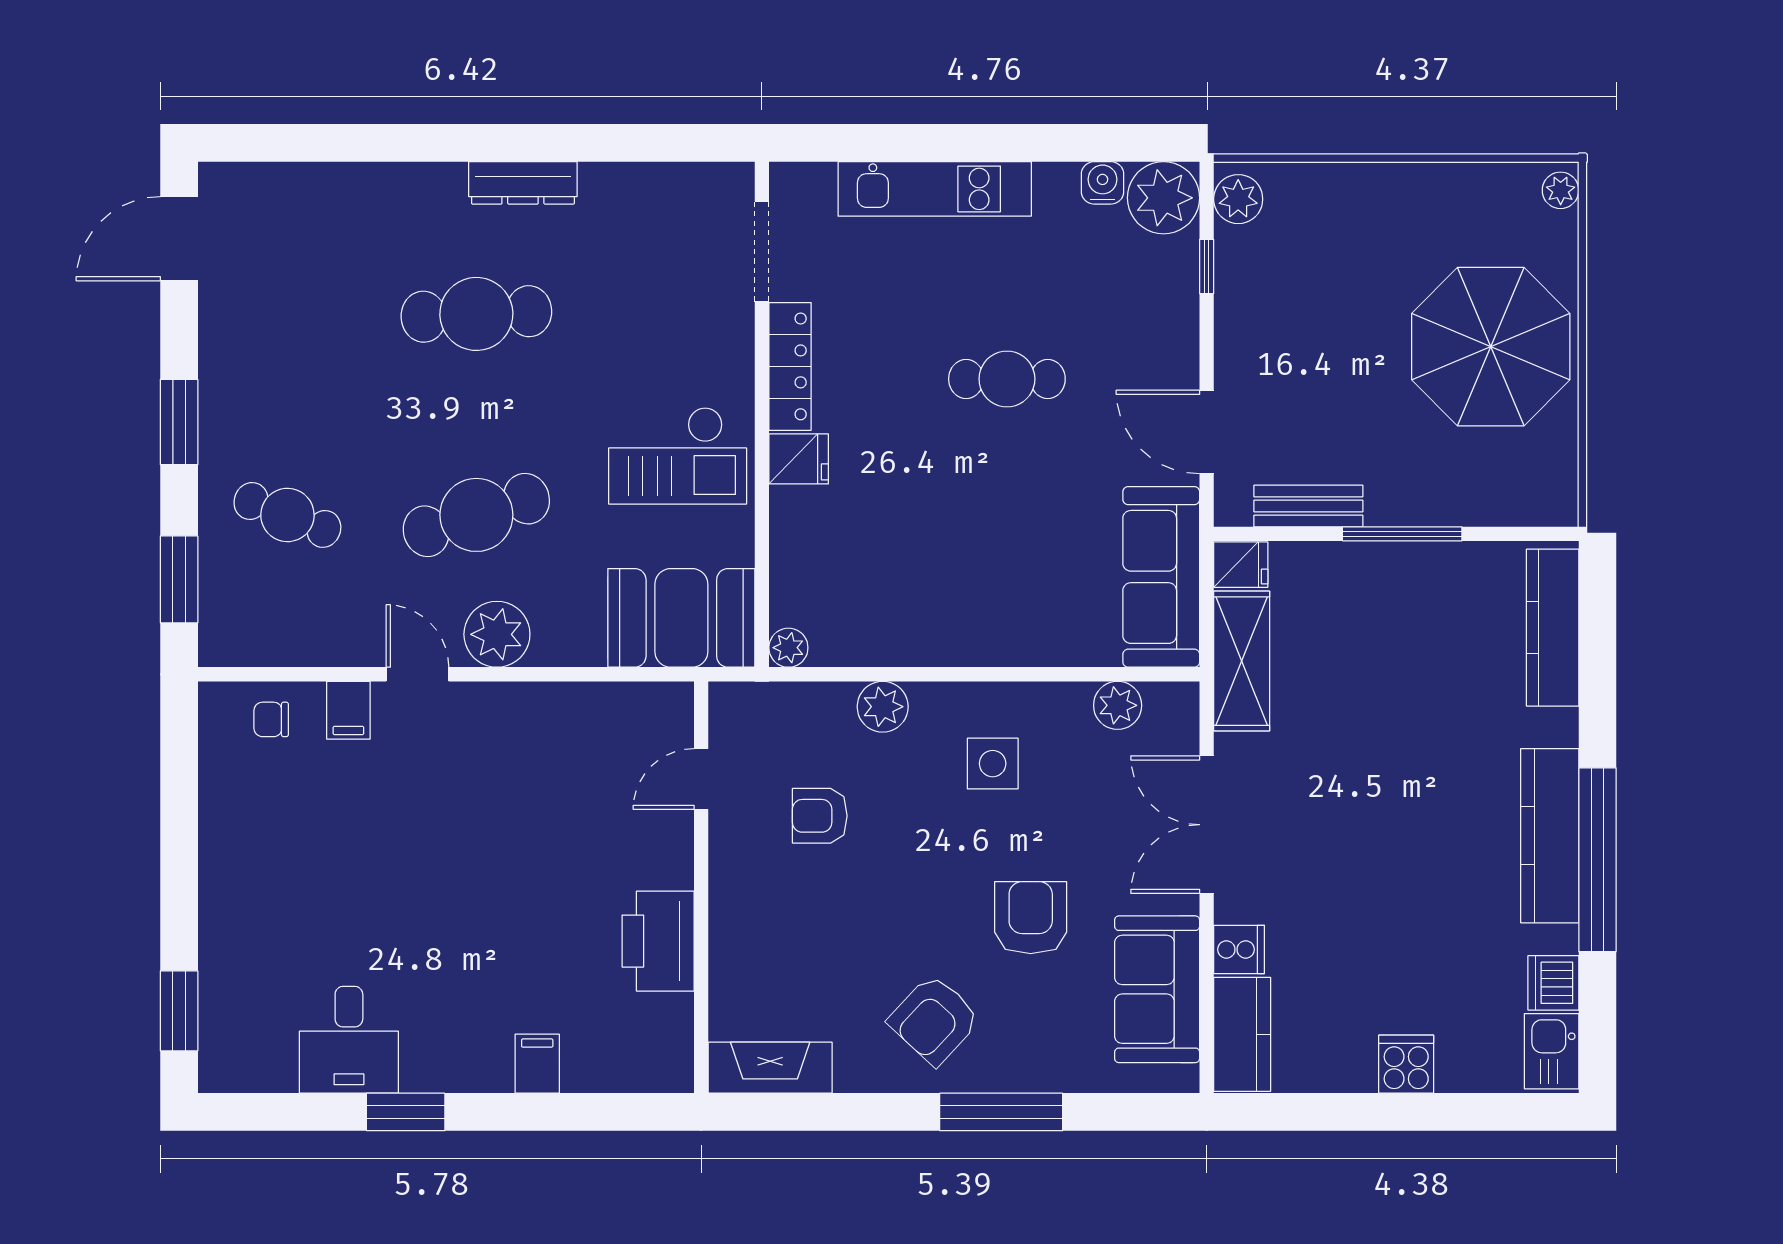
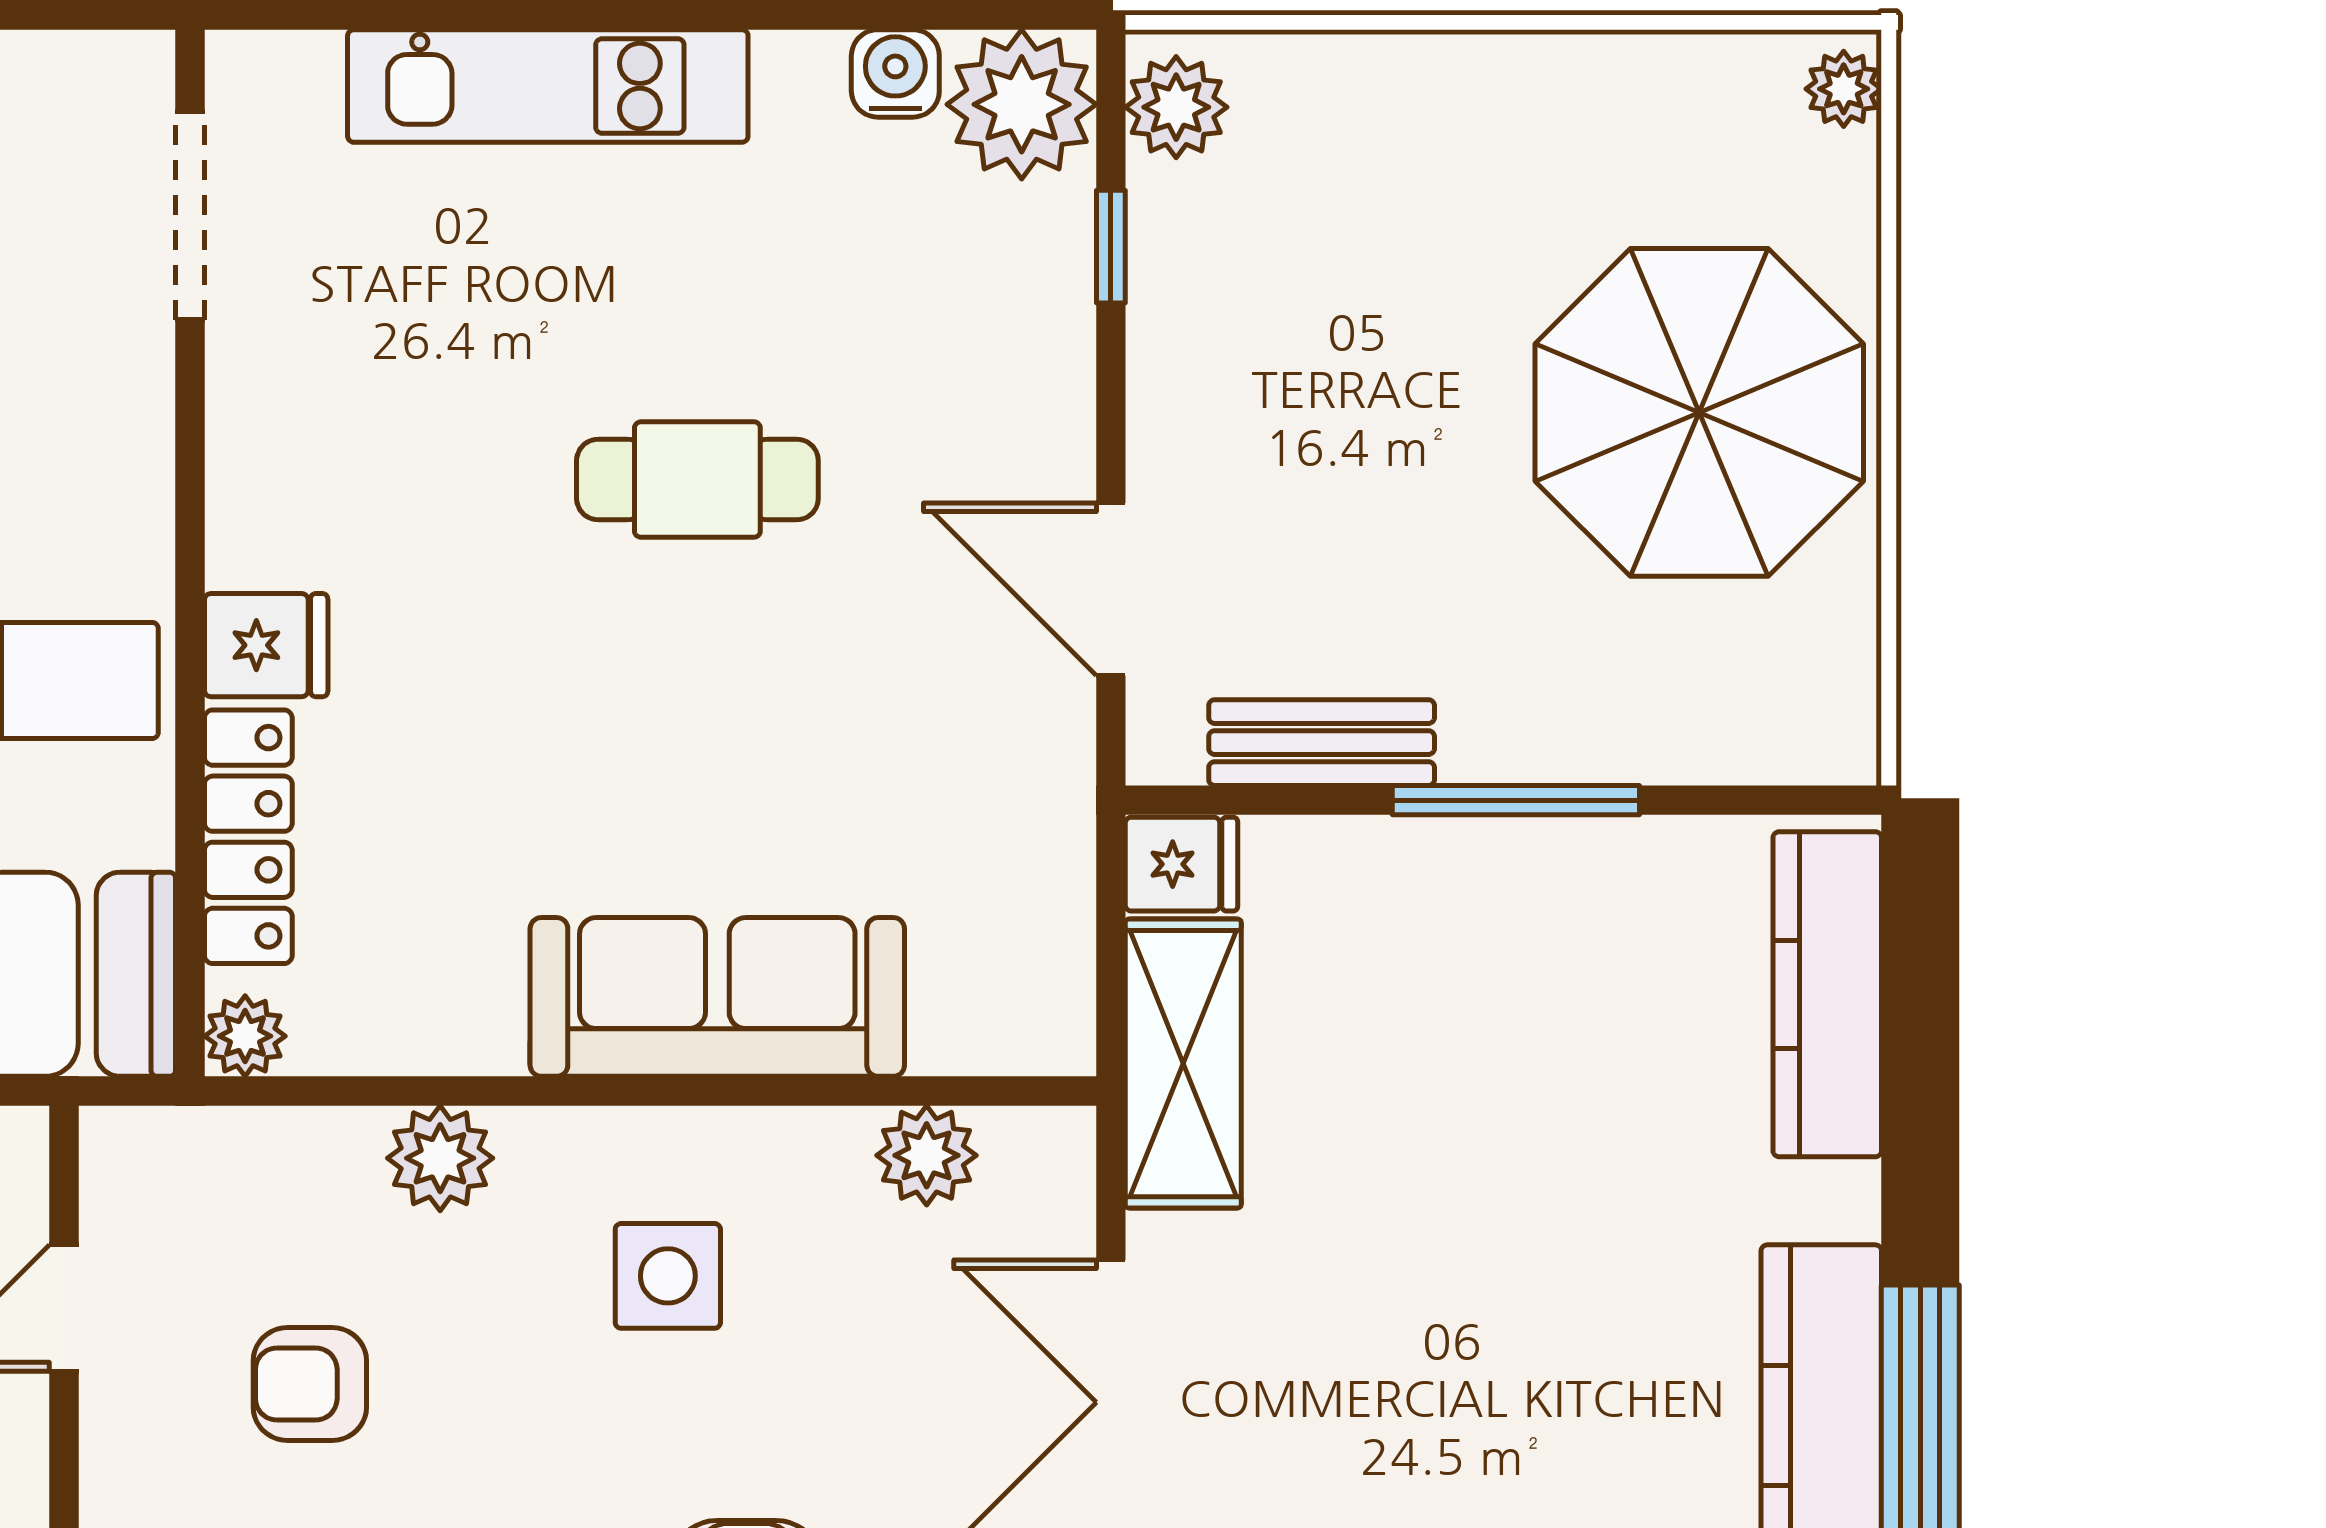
locker: (790, 366) -> (248, 837), moved
sofa: (1161, 577) -> (717, 997), moved, turned 90

